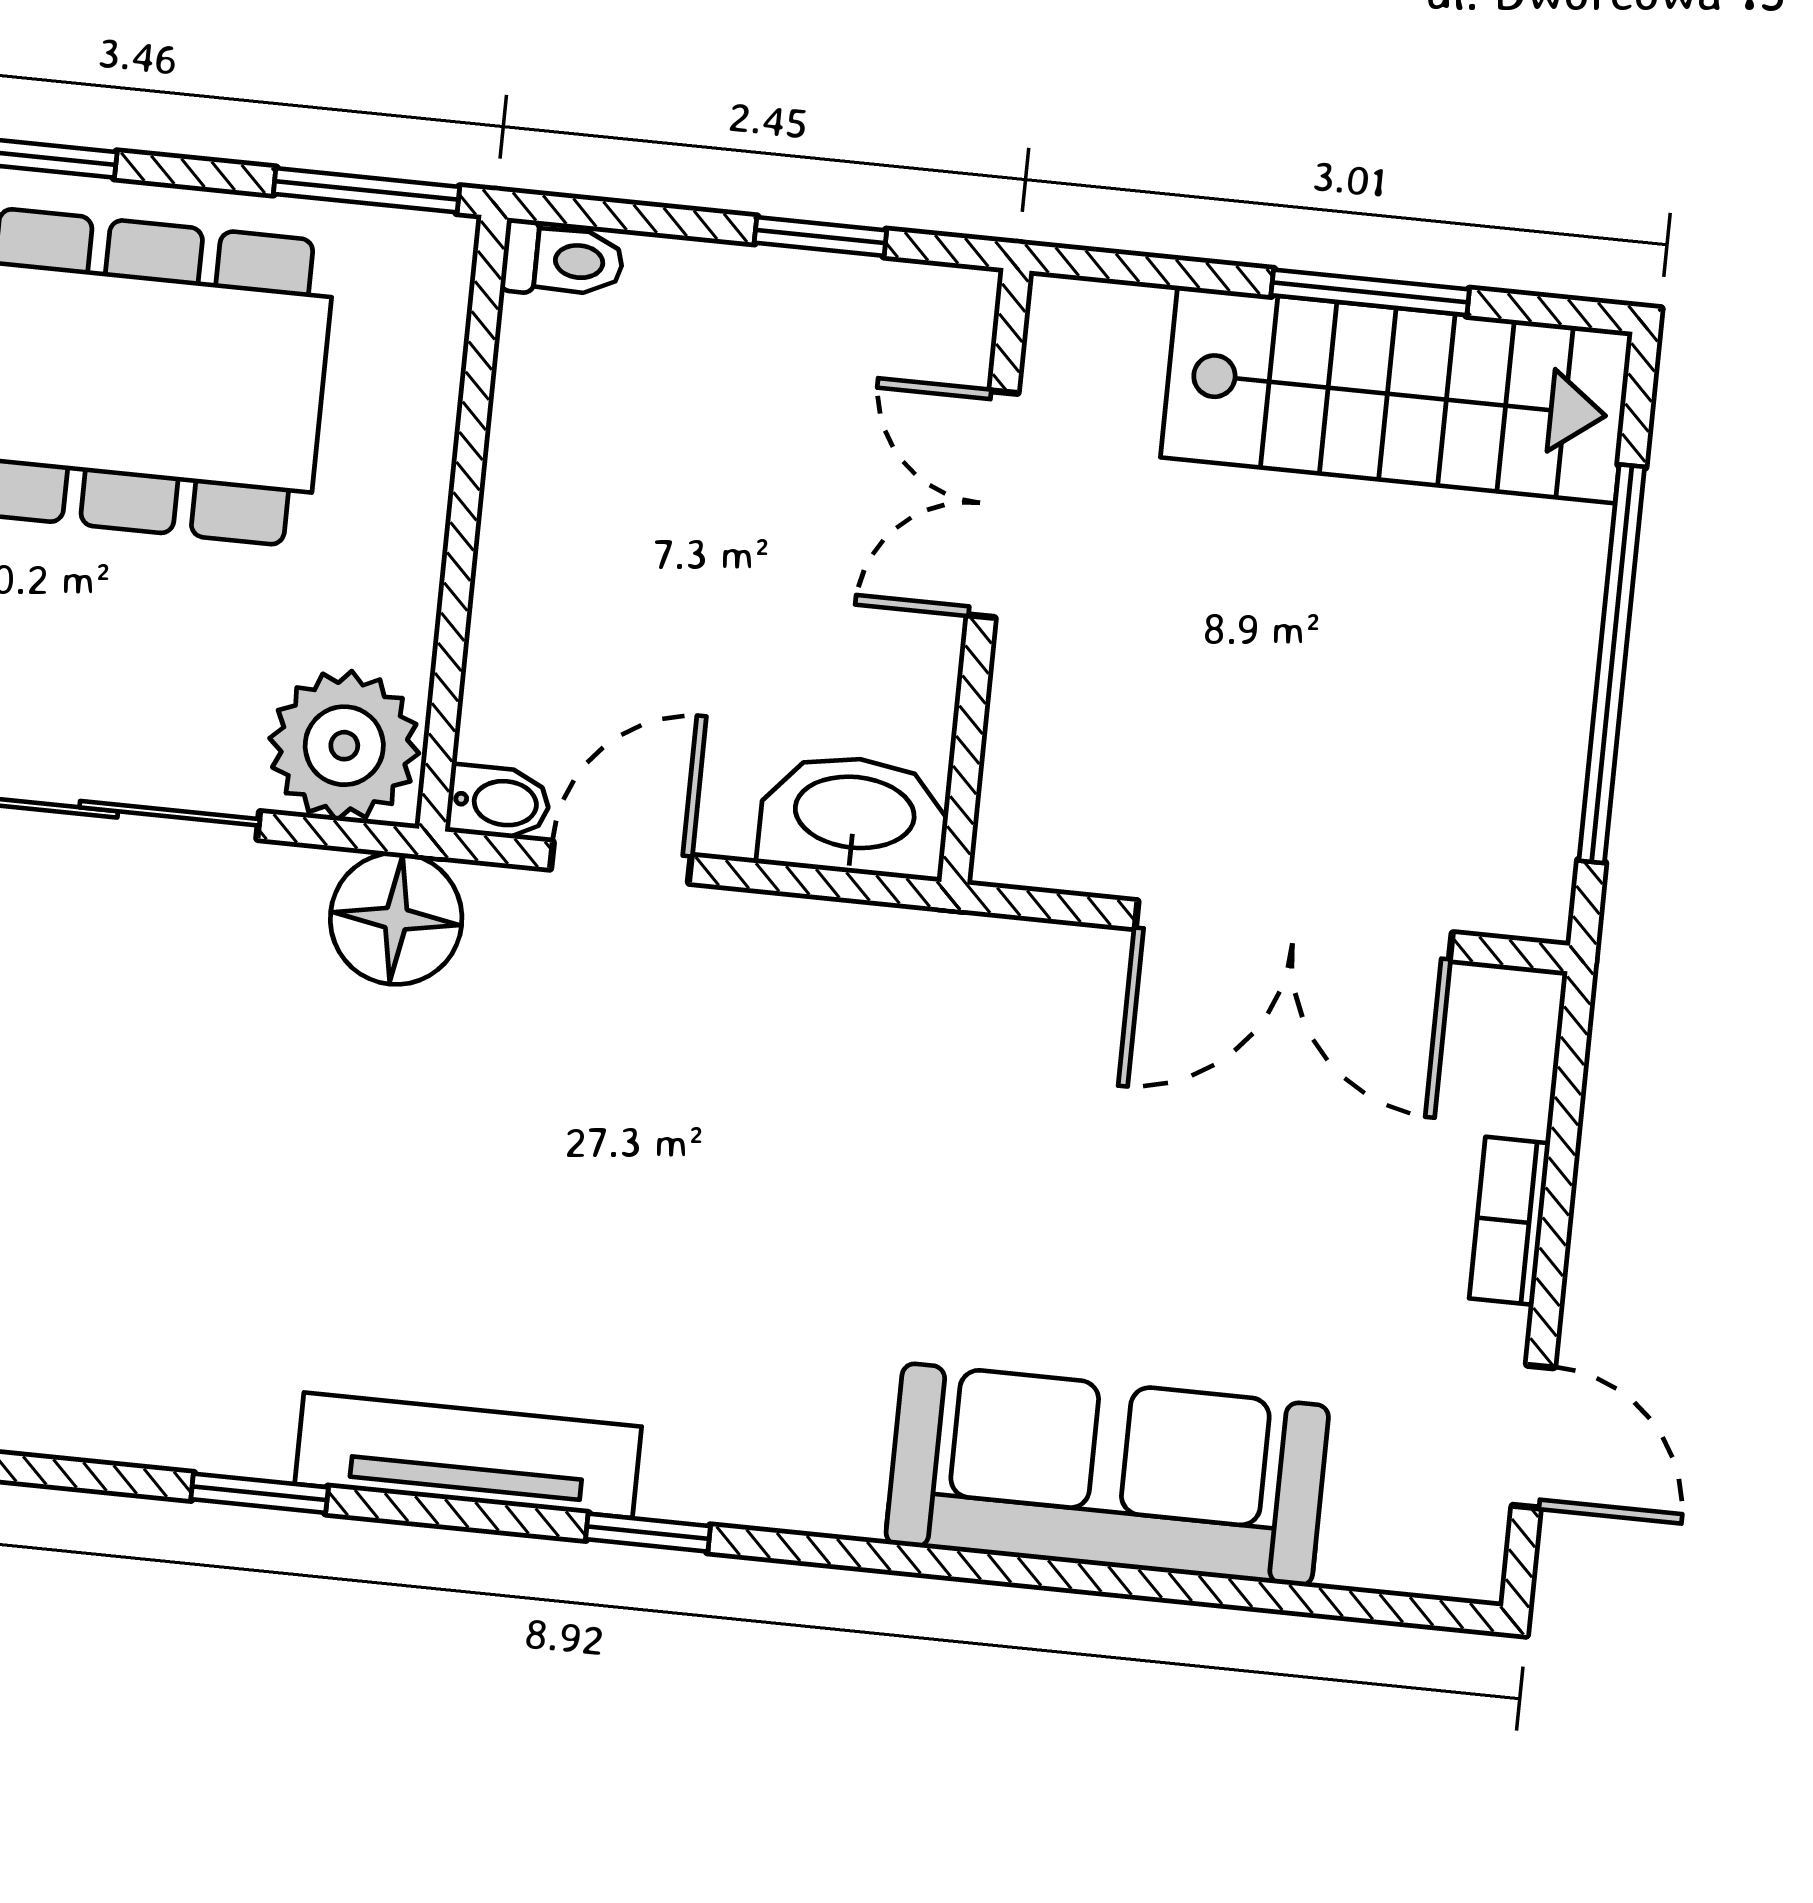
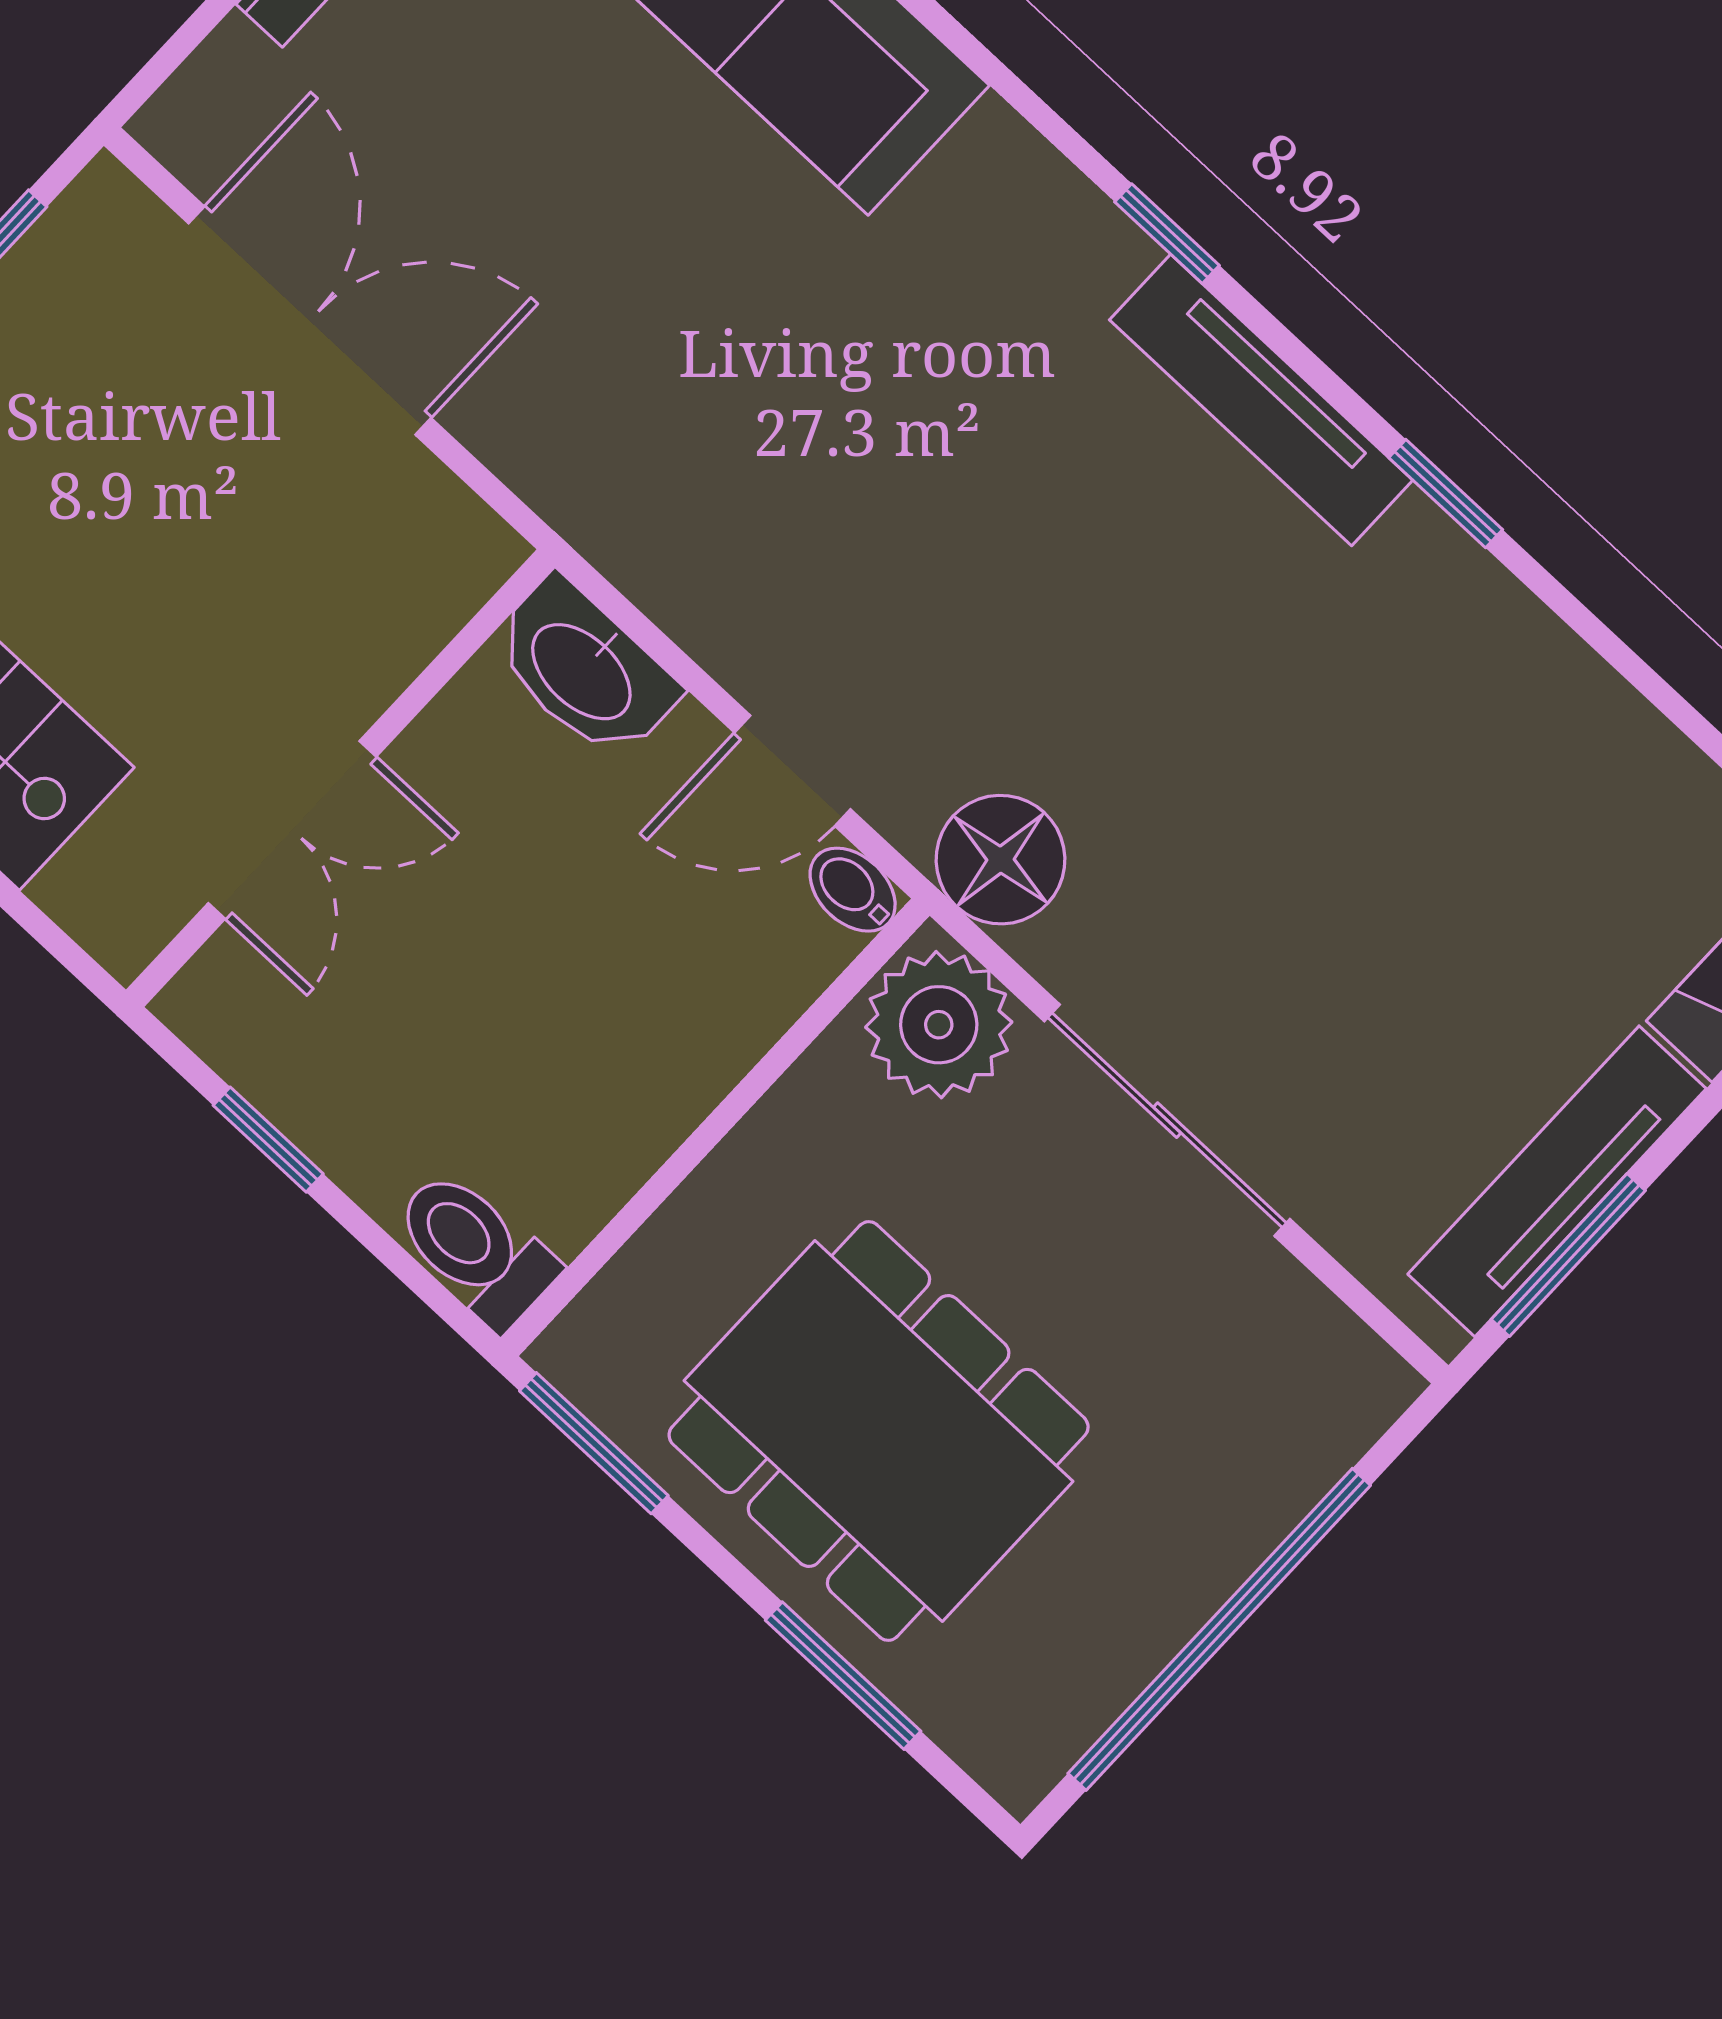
toilet: (563, 260) -> (475, 1249), width x1.37, depth x1.39

